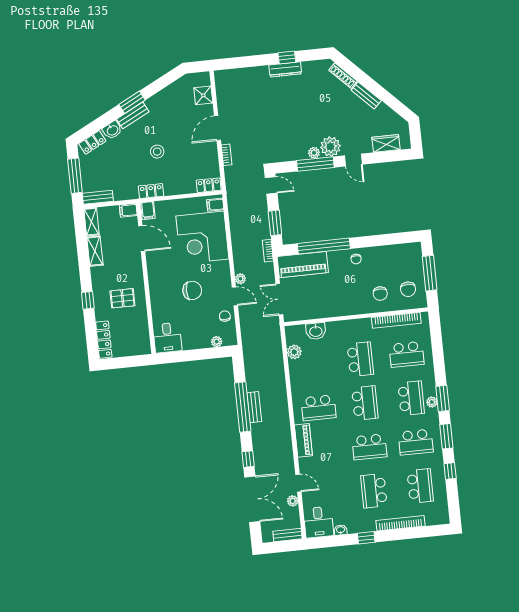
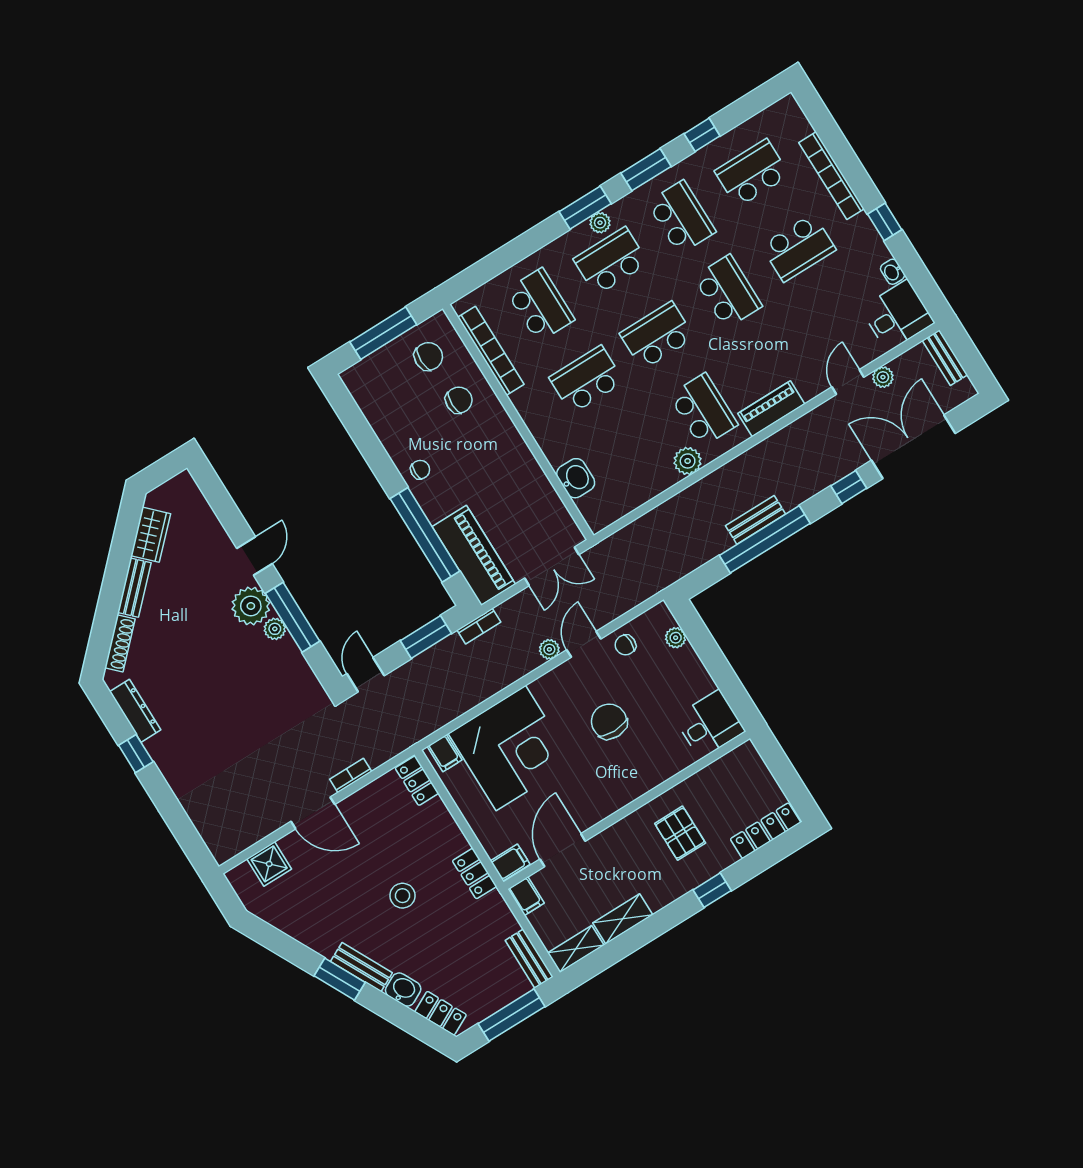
dresser: (285, 69) -> (135, 711), moved
wardrobe: (386, 143) -> (151, 535), moved, turned -135
plant: (294, 352) -> (688, 461), moved

